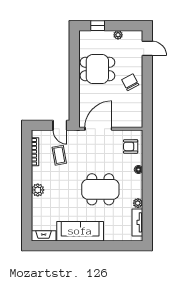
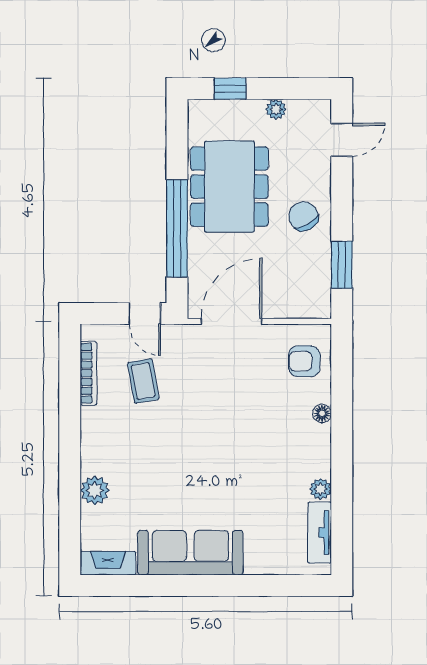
door: (147, 48) -> (342, 140), hinge flipped
dining table: (97, 69) -> (229, 187), width x1.37
window: (74, 88) -> (177, 228), added
window: (147, 104) -> (342, 265), added
dining table: (100, 189) -> (236, 458), removed
plant: (38, 190) -> (95, 490), moved

